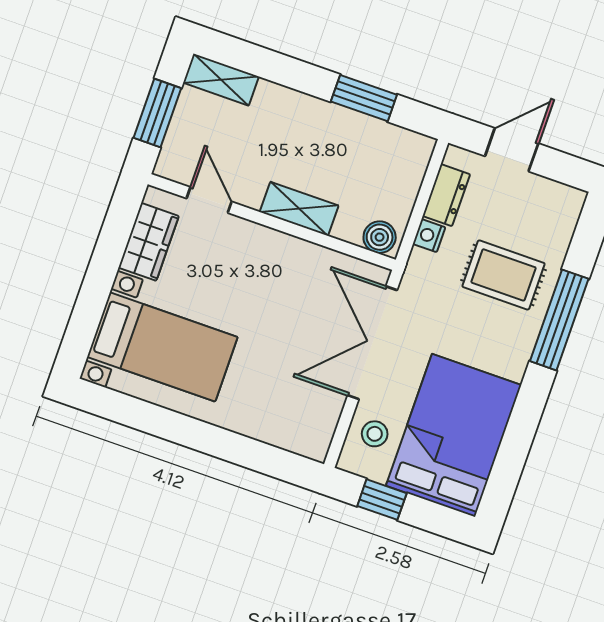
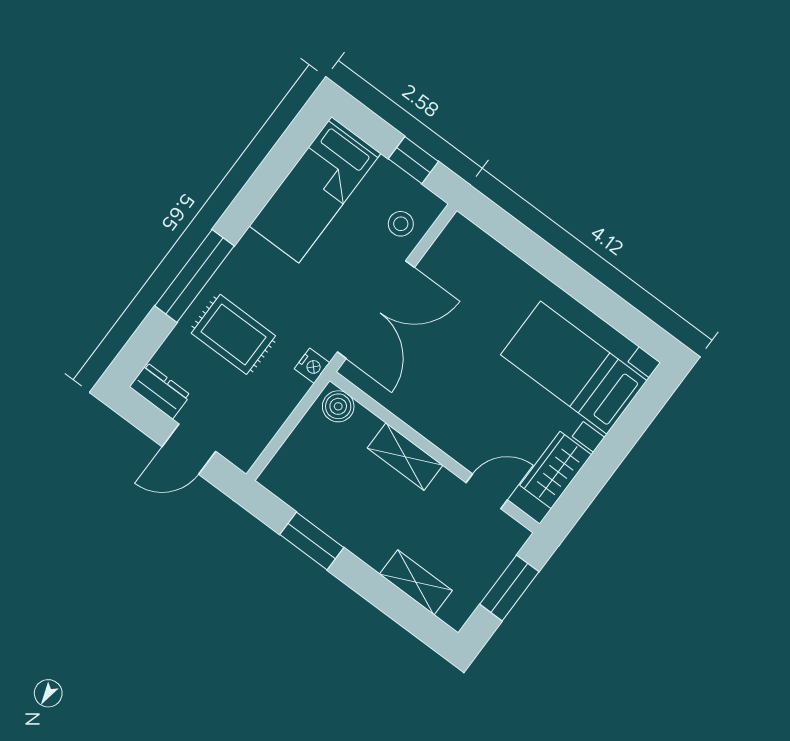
shelving: (221, 80) -> (416, 582), moved
dresser: (446, 195) -> (160, 391), moved, turned 90
door: (209, 200) -> (487, 491), swing flipped
nightstand: (429, 236) -> (312, 366), moved
bed: (454, 435) -> (315, 190), width x0.67

